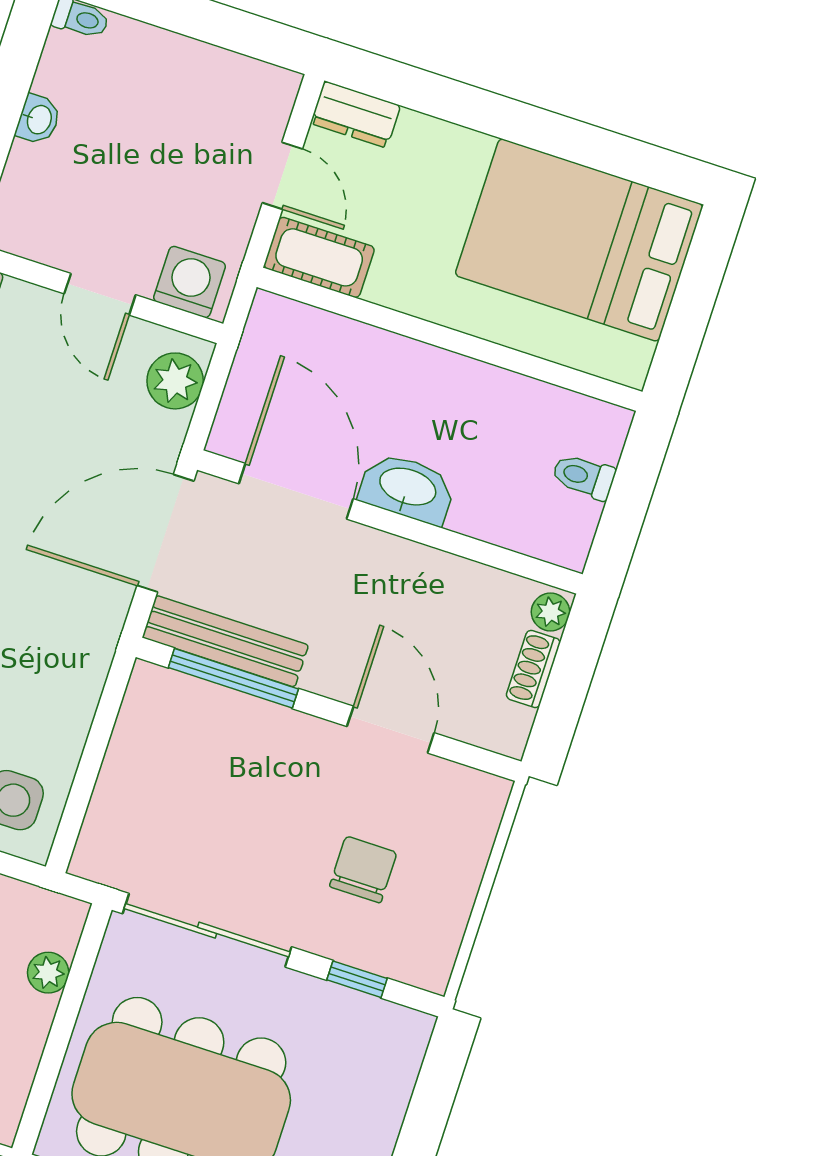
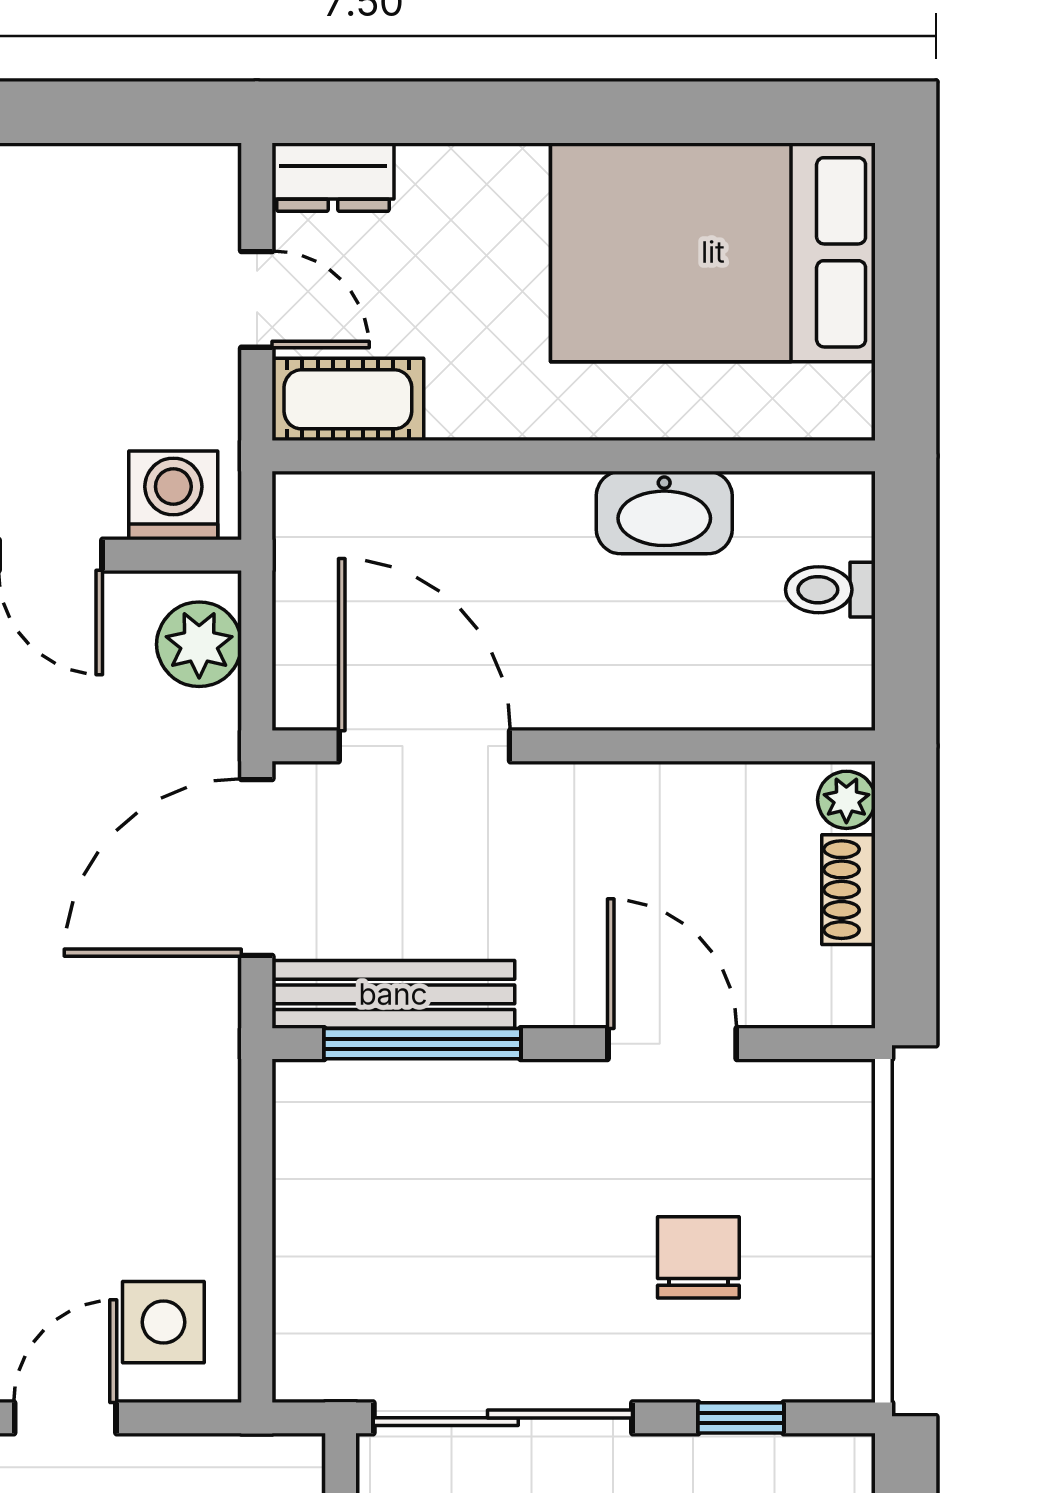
washbasin: (407, 488) -> (664, 513), moved, turned 180

